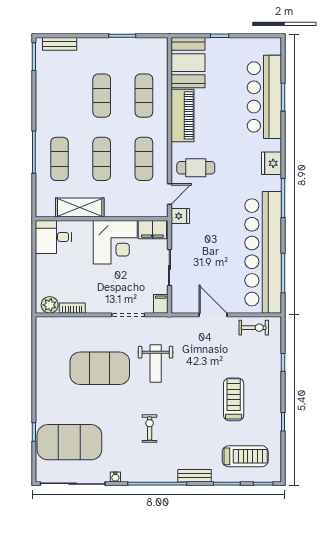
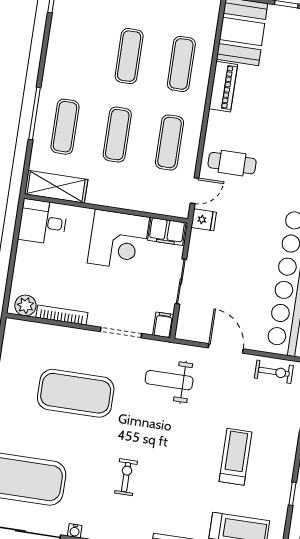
piano: (183, 115) -> (223, 87), width x0.73, depth x0.75
shelving: (80, 207) -> (56, 187), moved
bookcase: (72, 308) -> (62, 315), width x1.56
weight bench: (156, 363) -> (169, 380), moved, turned 90

